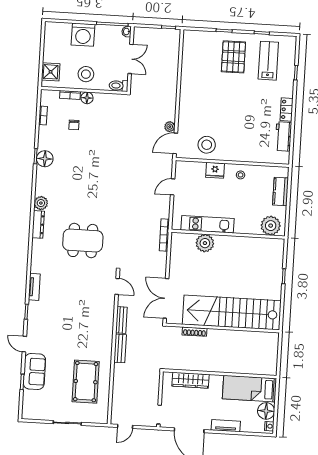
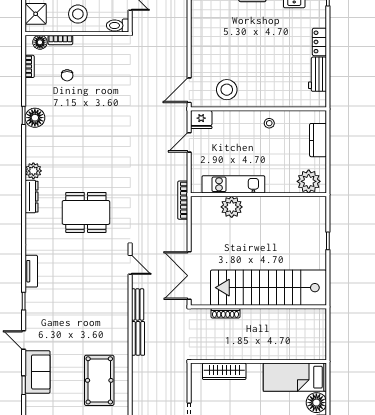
floor lamp: (87, 98) -> (40, 42), moved
plant: (170, 127) -> (181, 71), removed
fridge: (215, 170) -> (201, 120), moved

